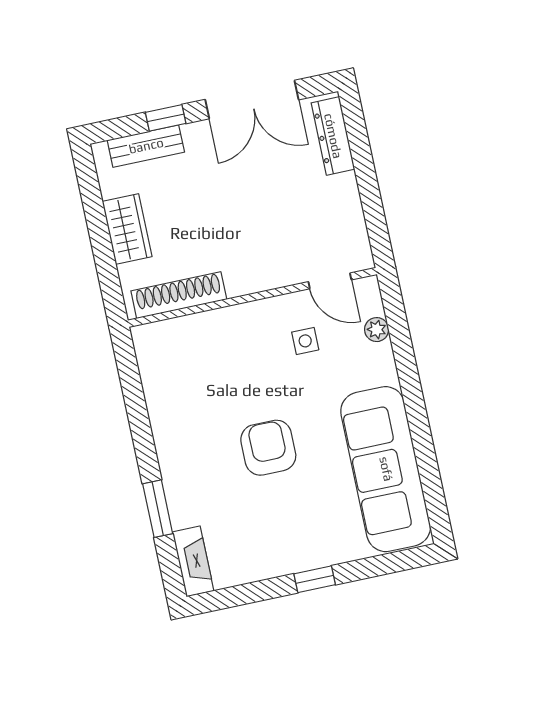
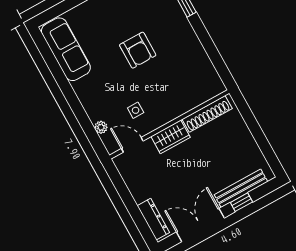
bench: (146, 146) -> (241, 188), width x1.36
wardrobe: (127, 229) -> (171, 137), moved, turned -90
sofa: (386, 469) -> (66, 49), width x0.74, depth x0.79

